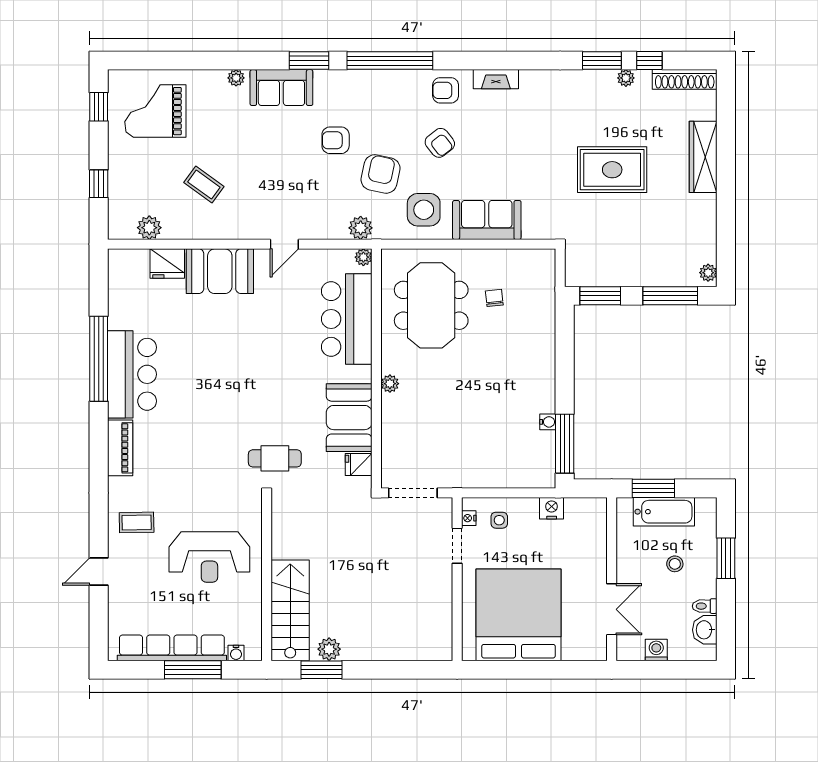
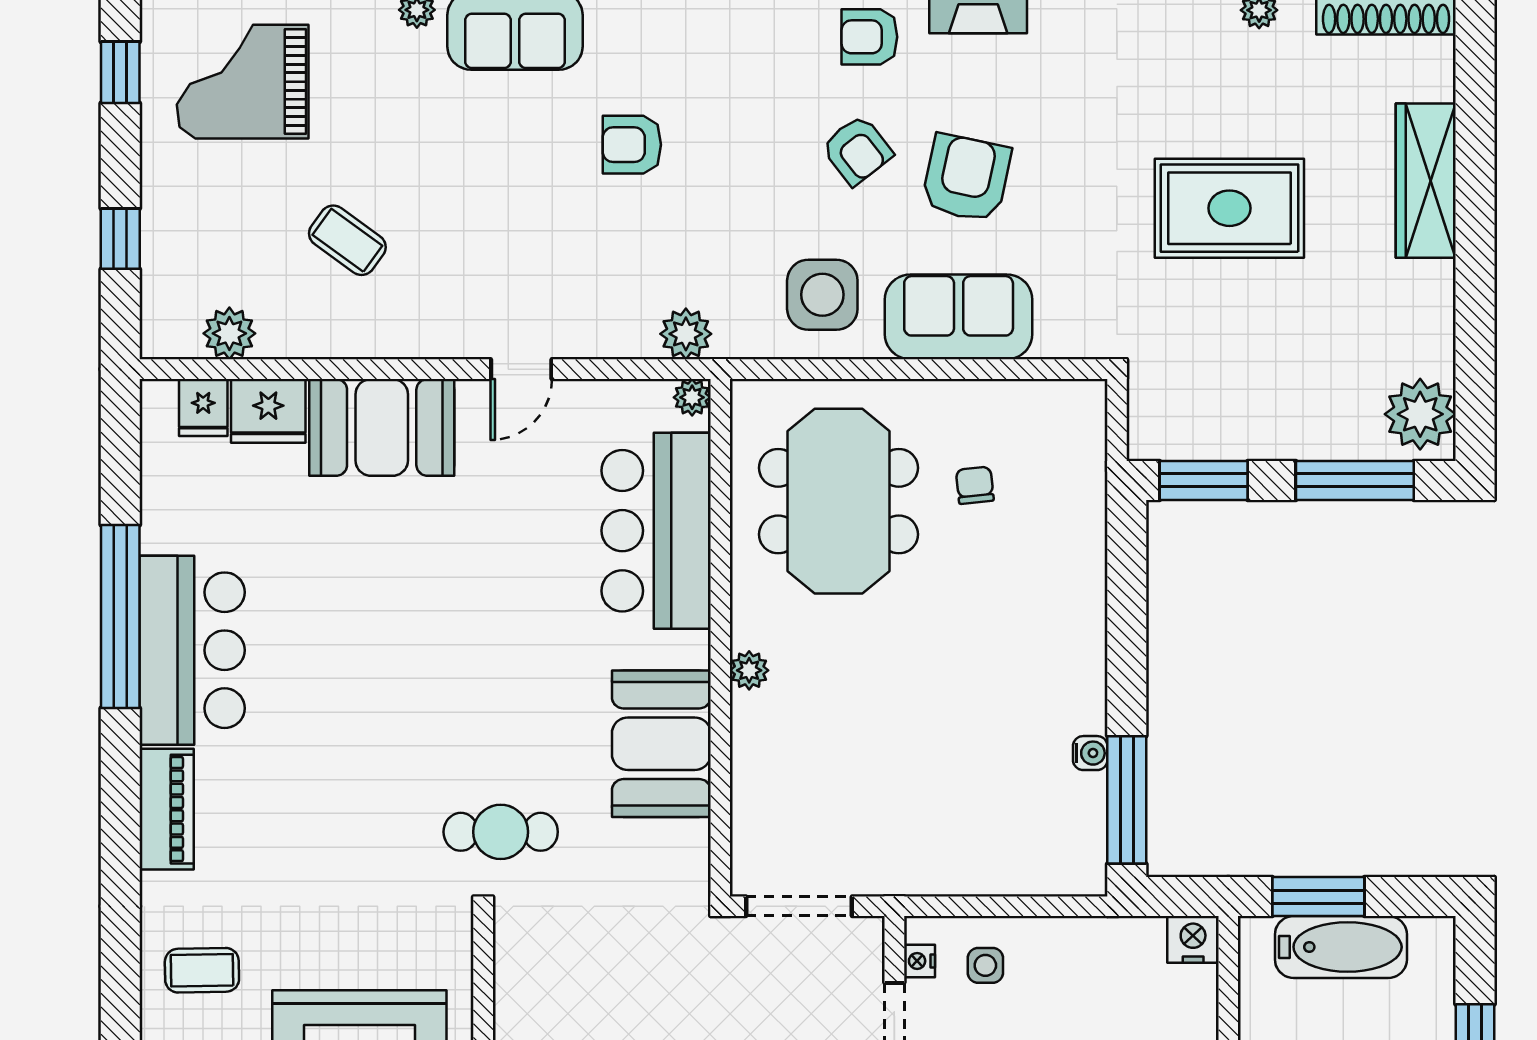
armchair: (381, 174) -> (966, 178), moved
plant: (708, 273) -> (1420, 414), width x1.87, depth x1.87
fridge: (359, 464) -> (203, 408), moved, turned -90
nightstand: (552, 508) -> (1193, 939), moved

